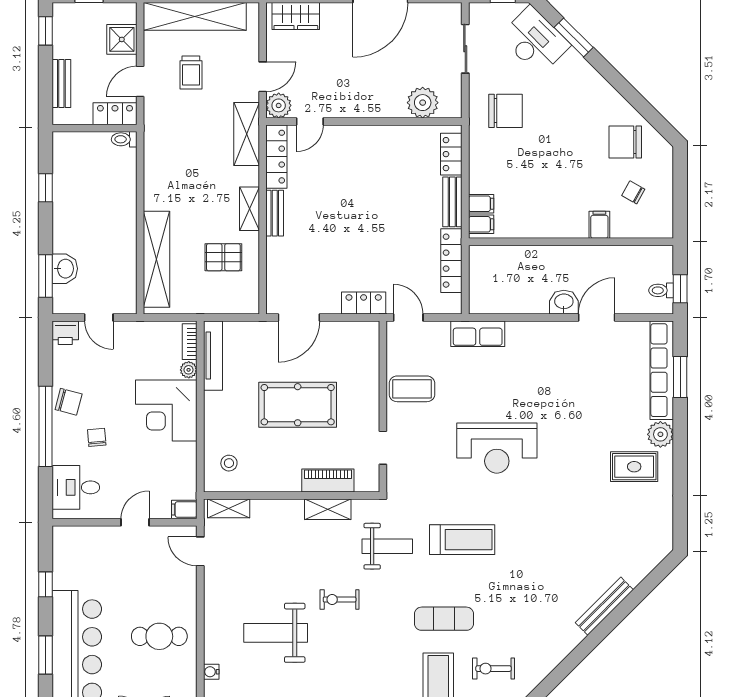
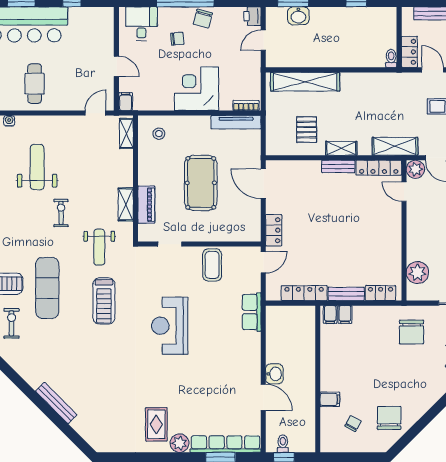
plant: (189, 370) -> (226, 105), removed
exercise mat: (444, 619) -> (47, 288), width x1.36, depth x1.45

